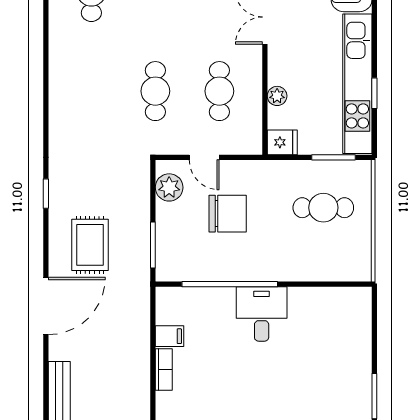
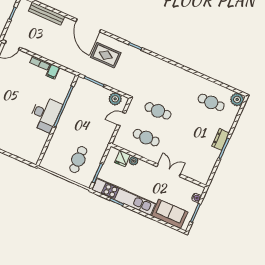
fridge: (282, 142) -> (122, 159), moved
chair: (228, 214) -> (93, 118), removed
desk: (262, 314) -> (45, 114), width x1.37

